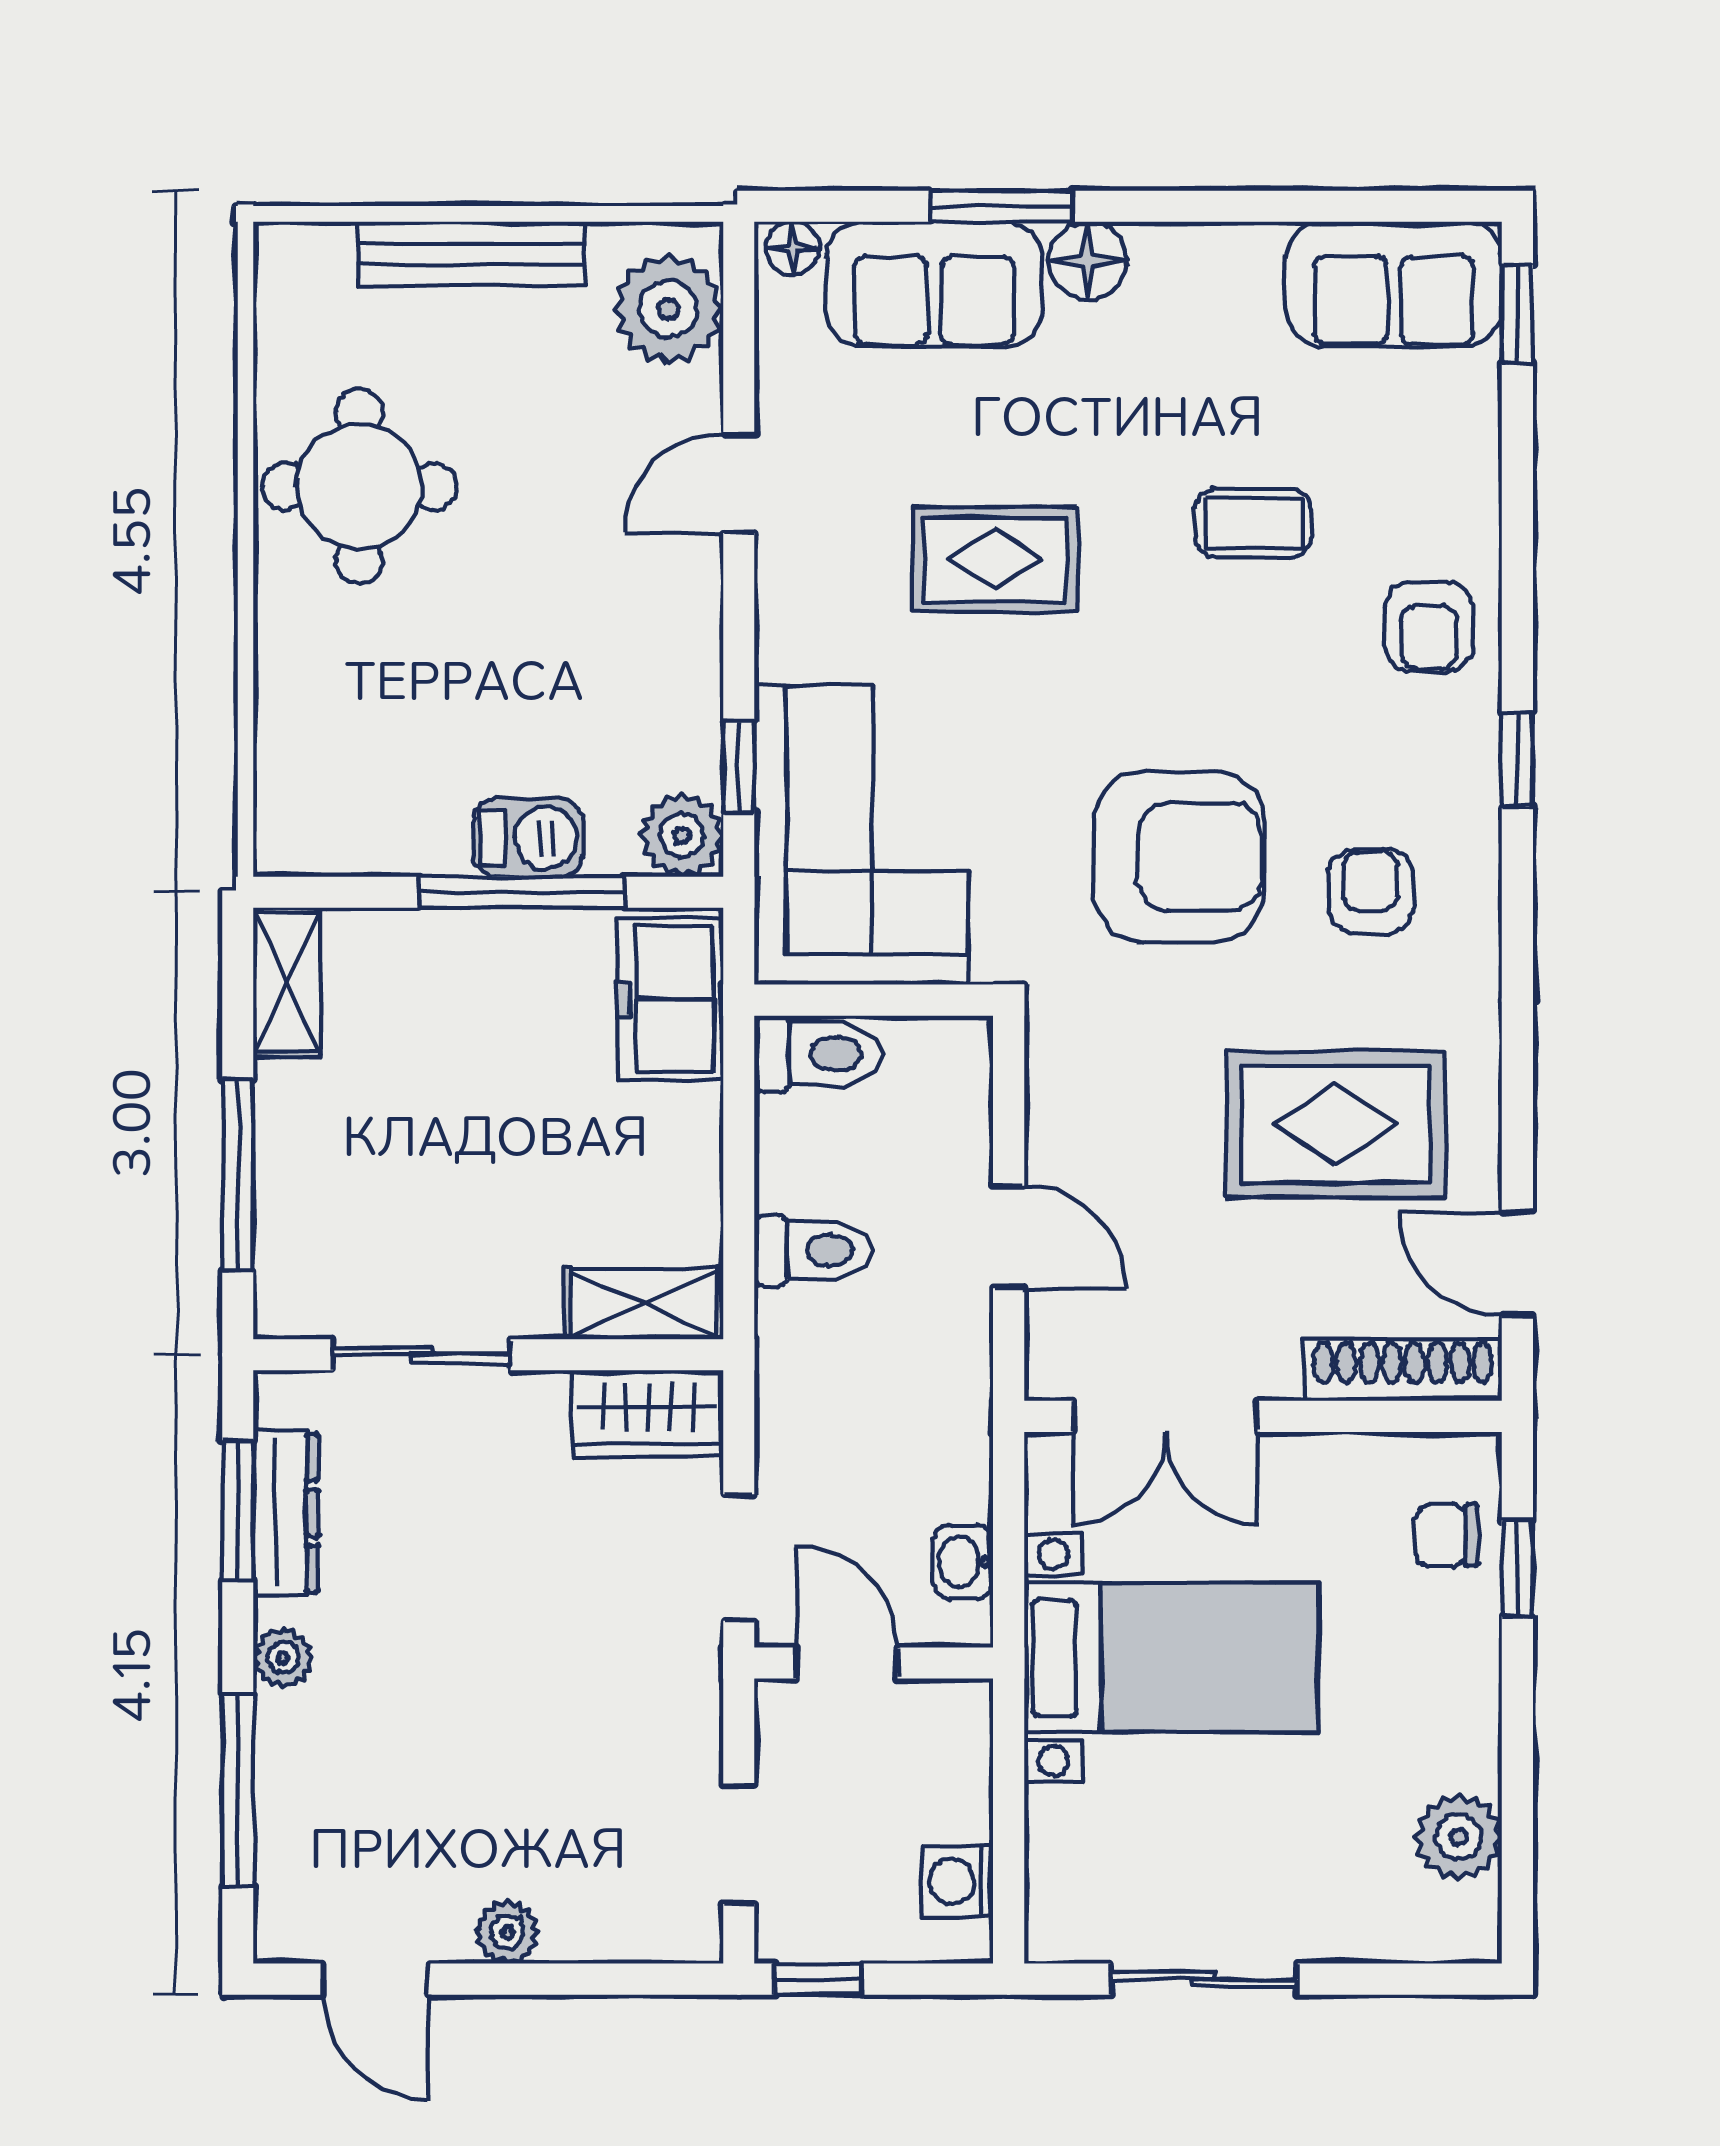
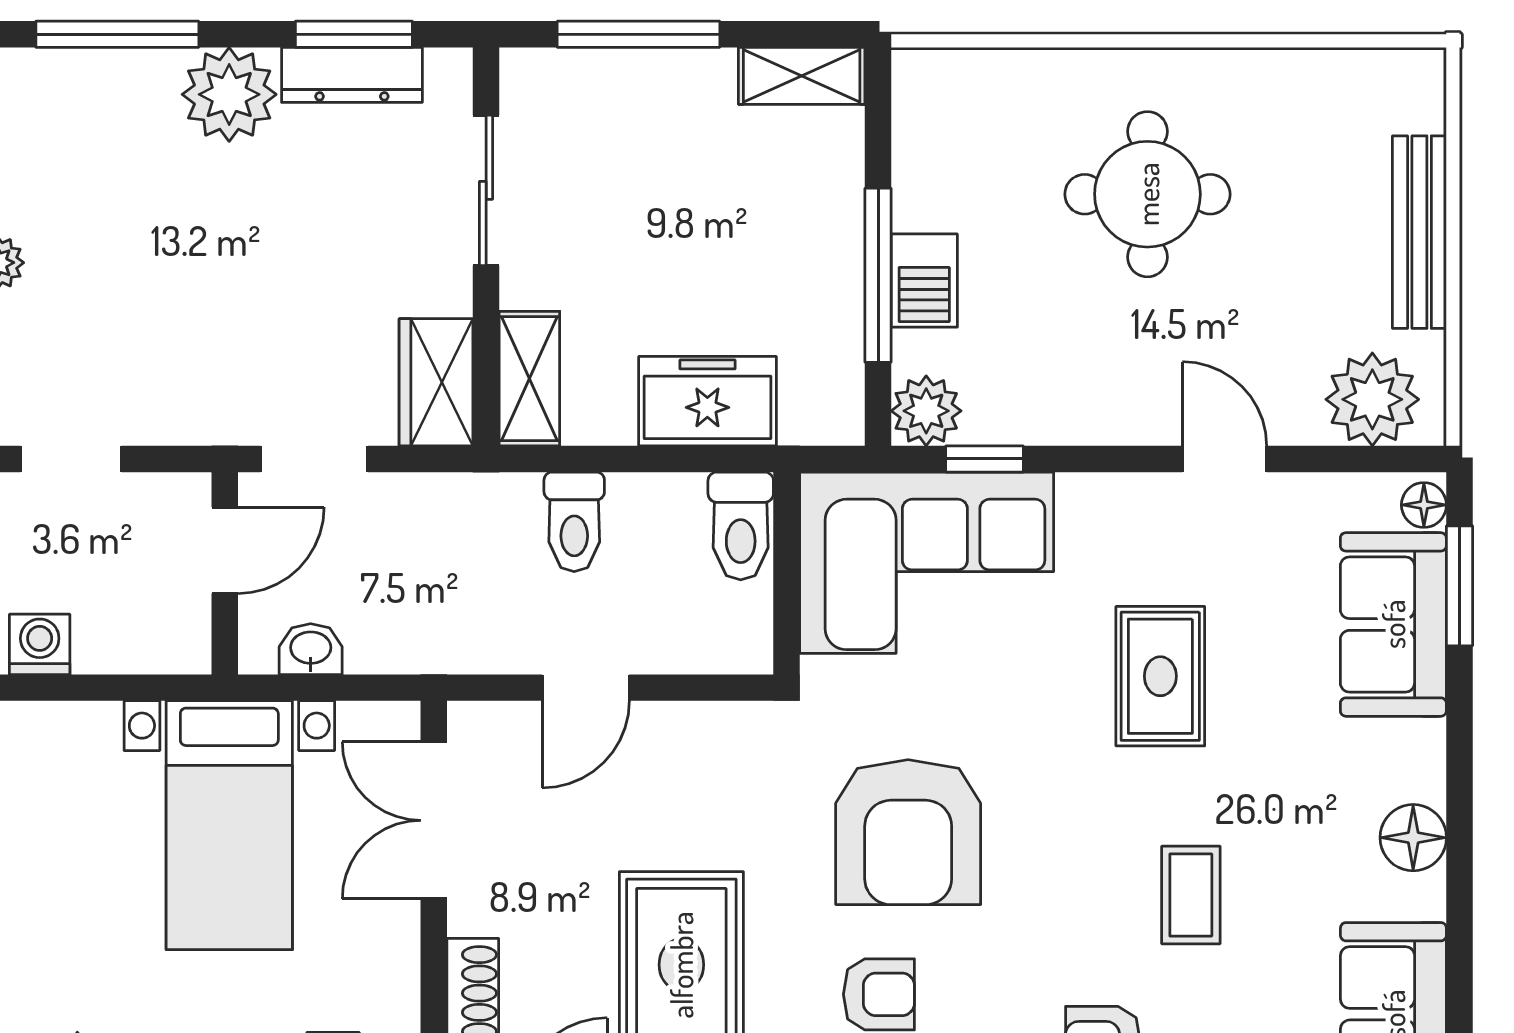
window: (1001, 206) -> (1459, 586), moved
floor lamp: (1088, 261) -> (1413, 838), moved
round table: (359, 487) -> (1147, 194), moved
freezer: (671, 1000) -> (707, 401), moved
plant: (283, 1658) -> (229, 94), width x1.88, depth x1.88

